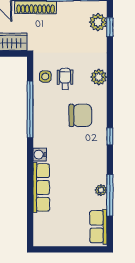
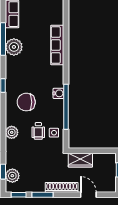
water cooler: (40, 155) -> (58, 93), moved
plant: (101, 190) -> (14, 47), width x1.88, depth x1.88

